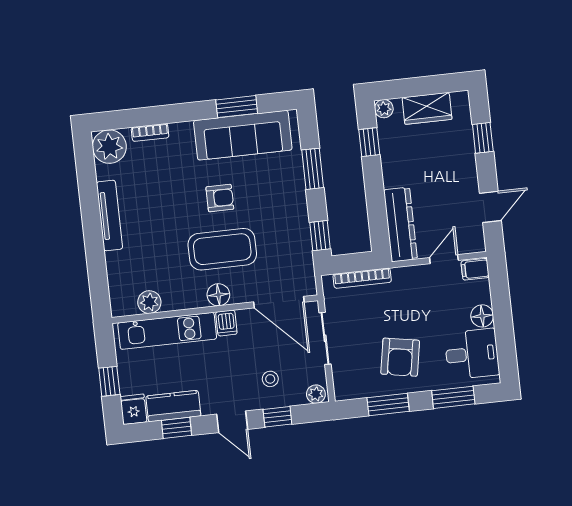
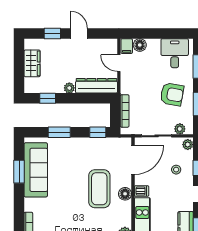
plant: (384, 109) -> (69, 88), moved
armchair: (220, 198) -> (70, 187), removed
door: (490, 207) -> (79, 33), moved
floor lamp: (482, 316) -> (140, 45), moved
plant: (342, 377) -> (180, 129), added

